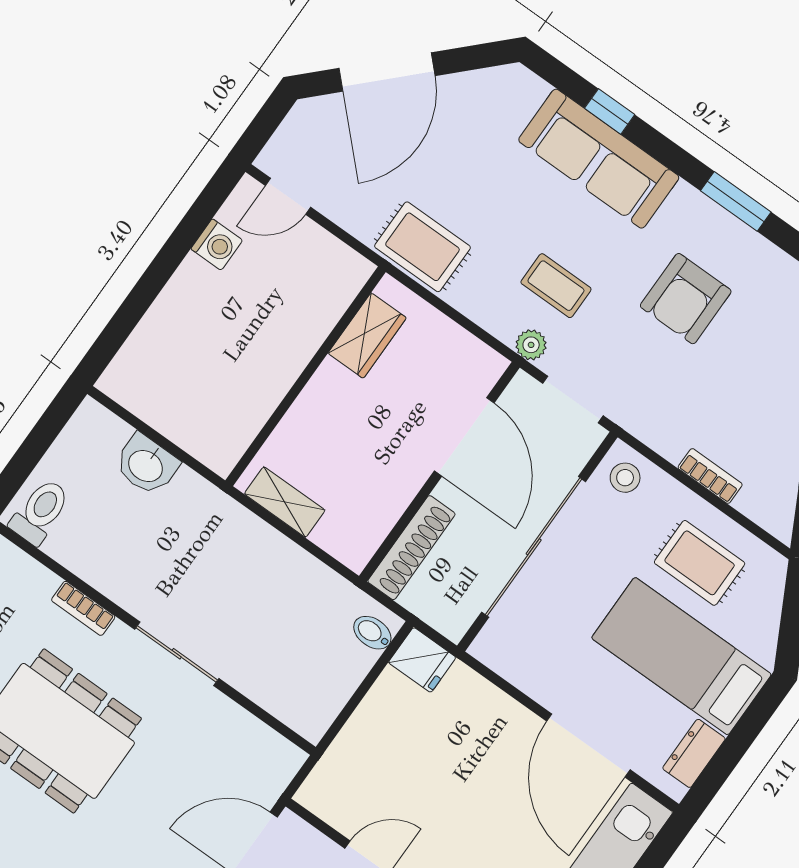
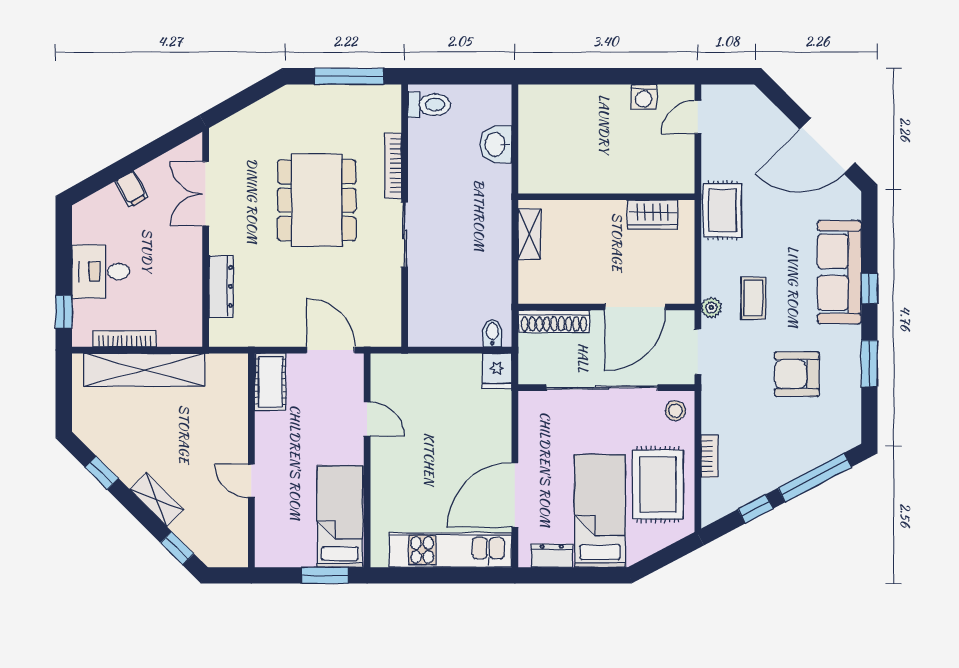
door: (387, 72) -> (827, 146), moved
window: (610, 111) -> (869, 288), moved
door: (288, 196) -> (698, 117), hinge flipped
rug: (700, 563) -> (658, 485), width x1.36, depth x1.43
bookcase: (83, 608) -> (393, 166), width x1.56

